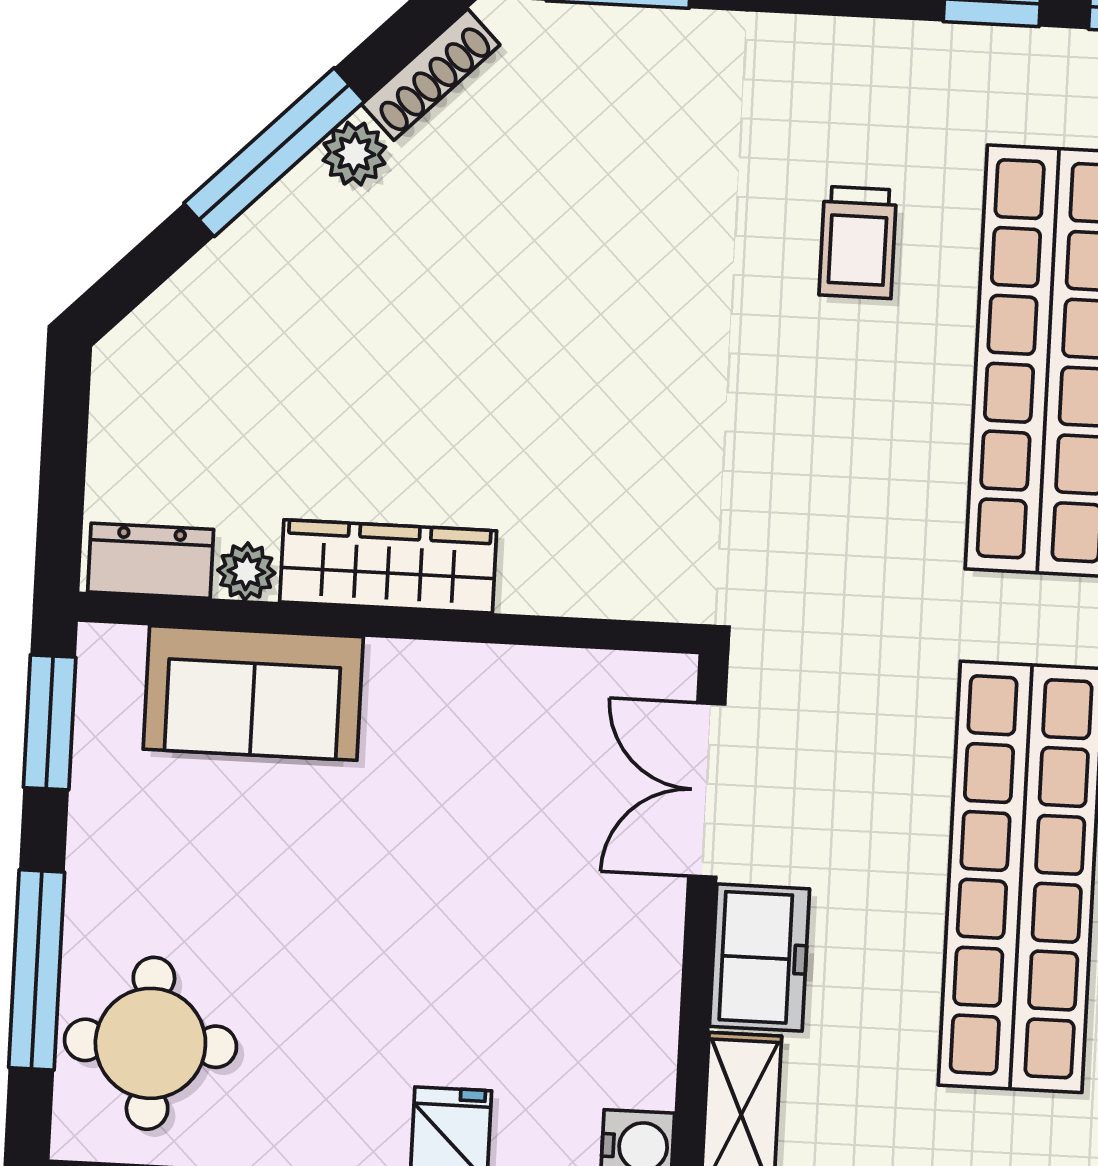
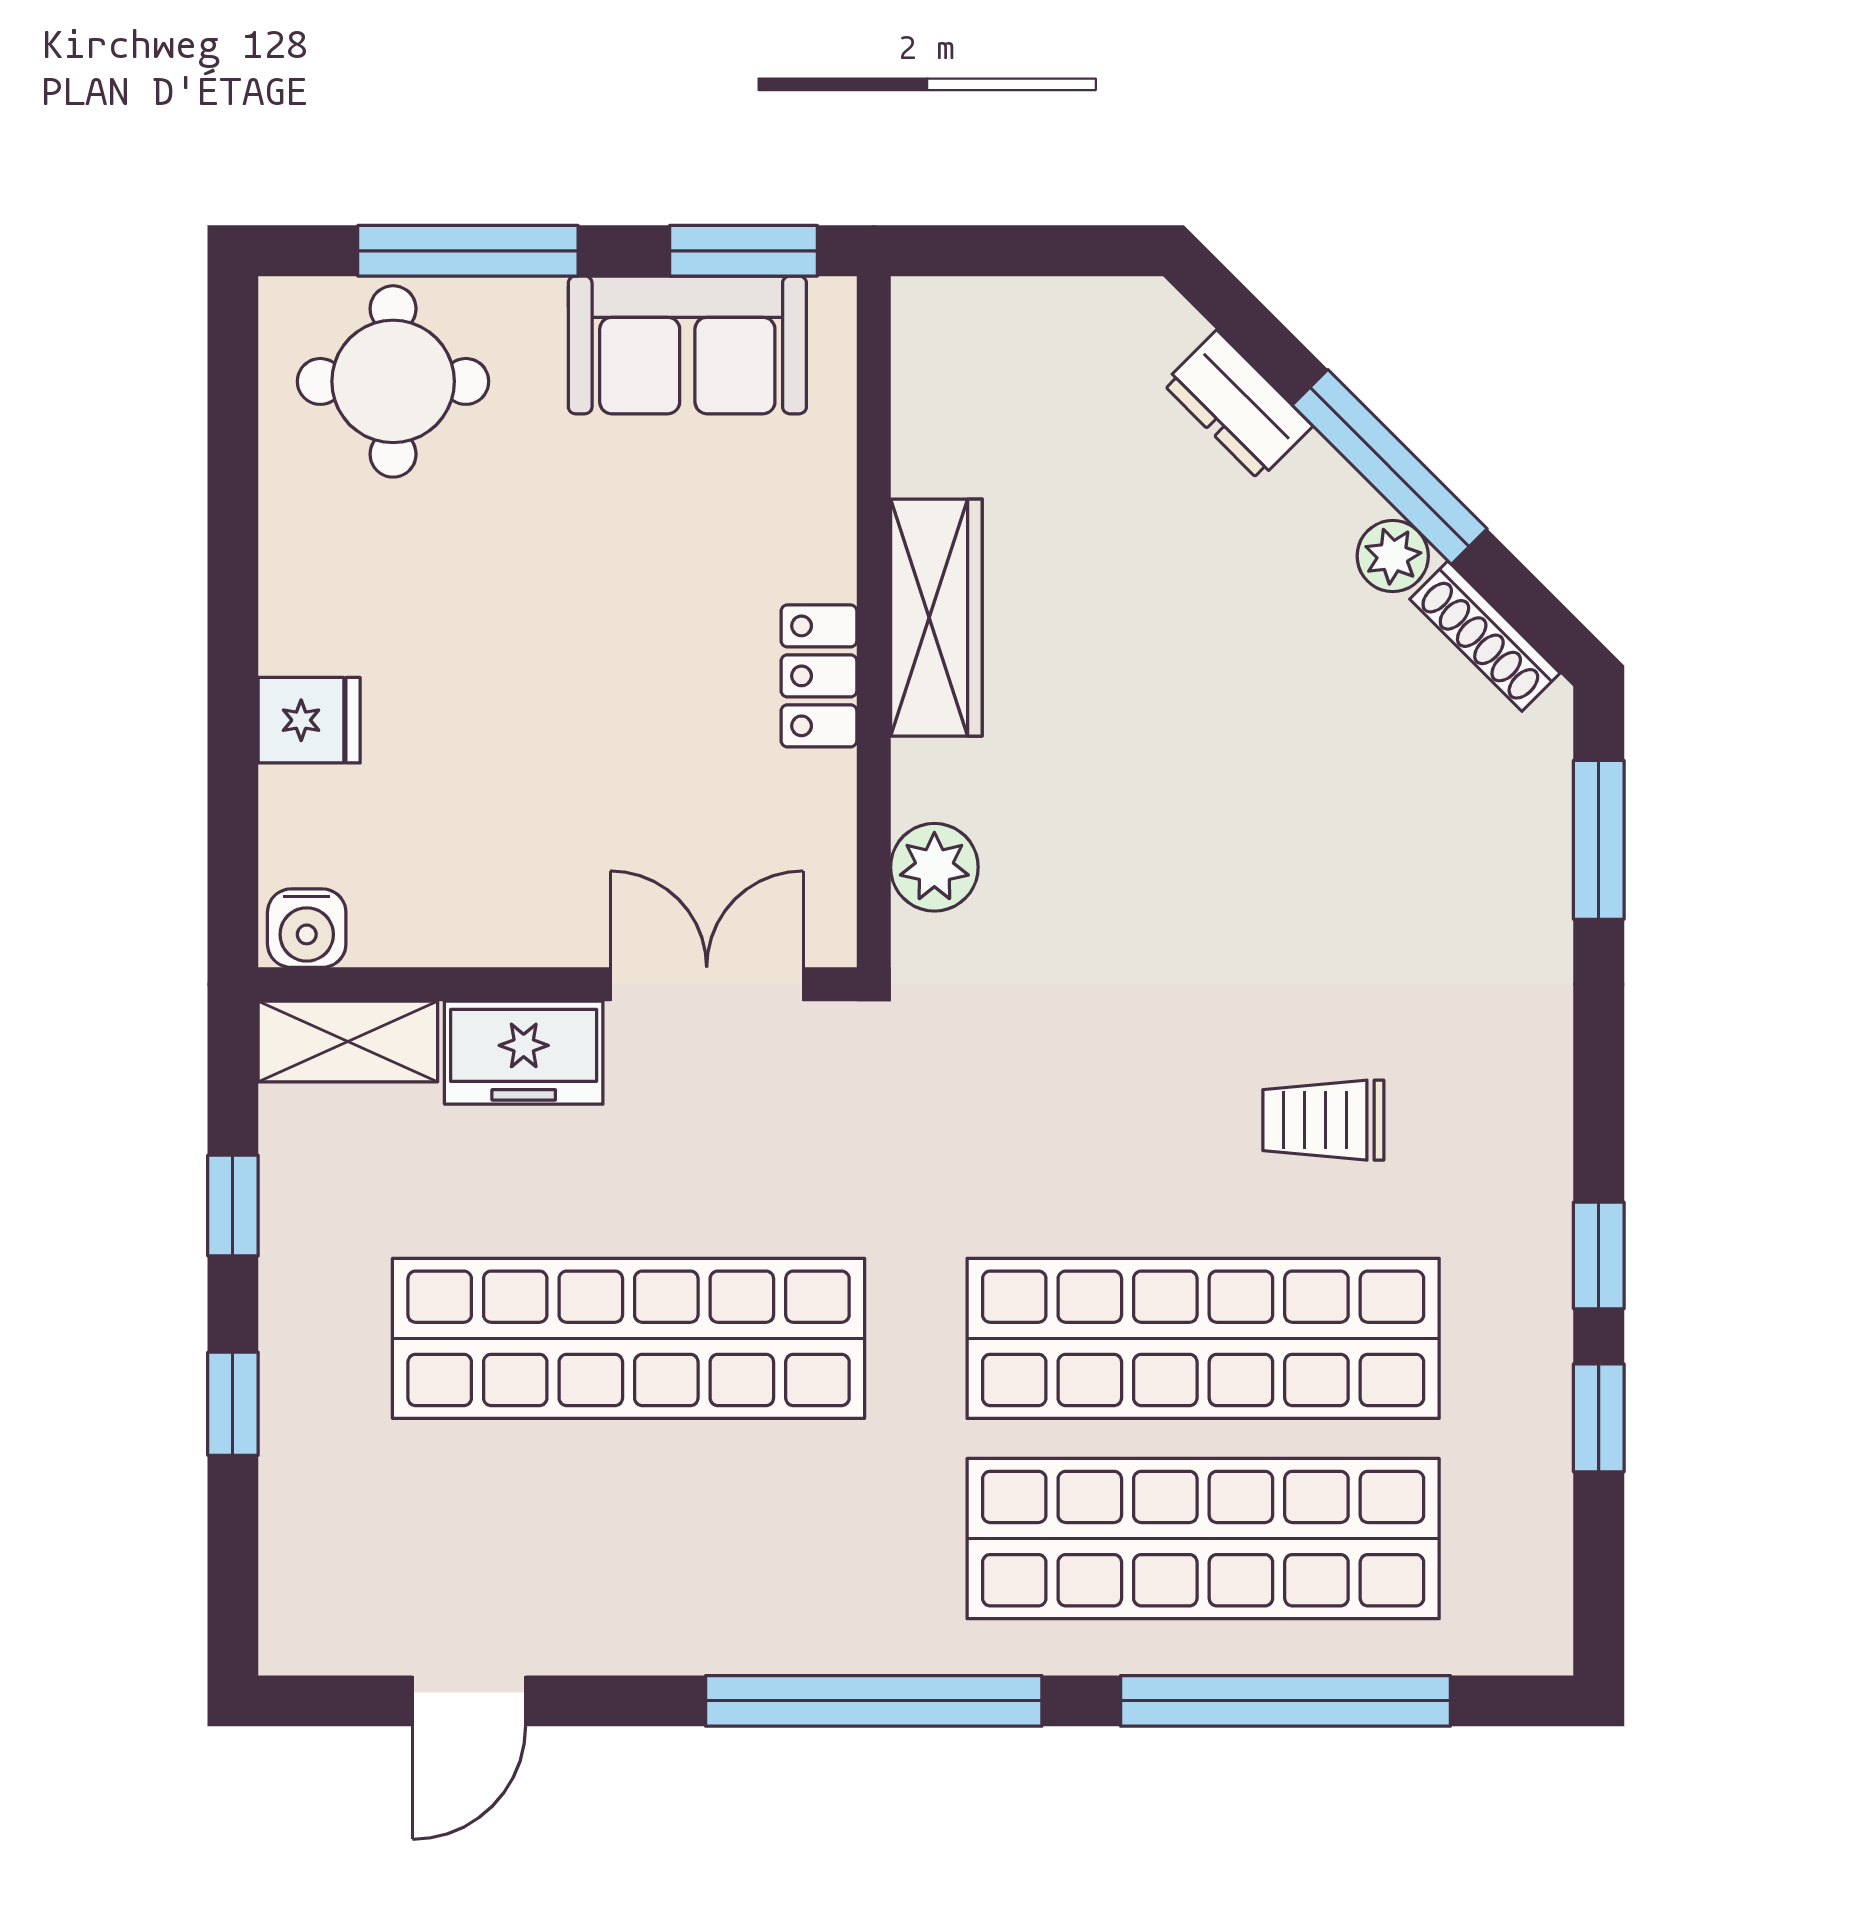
dresser: (151, 561) -> (1238, 405), moved, turned 135
plant: (246, 572) -> (934, 867), moved, width x1.38, depth x1.38
locker: (435, 675) -> (819, 676), added
sofa: (253, 693) -> (687, 345), moved, turned -90

